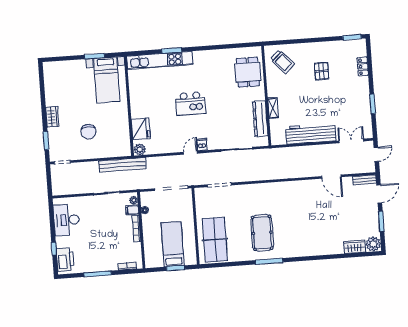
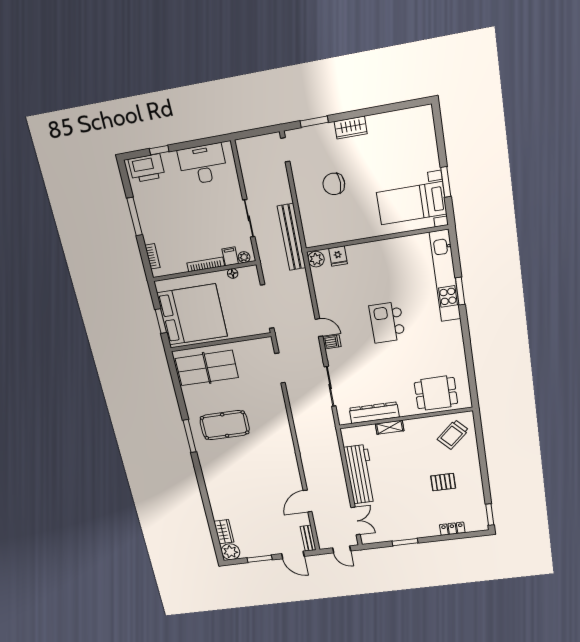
fridge: (141, 129) -> (338, 256), width x0.53, depth x0.75
bed: (173, 244) -> (192, 315), width x2.04

